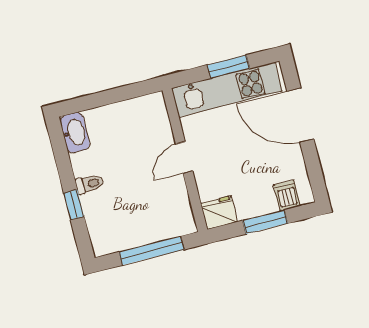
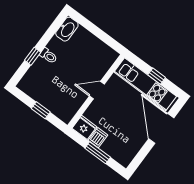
window: (228, 67) -> (157, 76), width x0.67
dishwasher: (287, 195) -> (98, 138), moved
window: (151, 251) -> (41, 110), width x0.46

